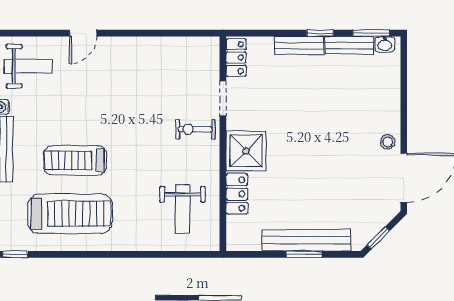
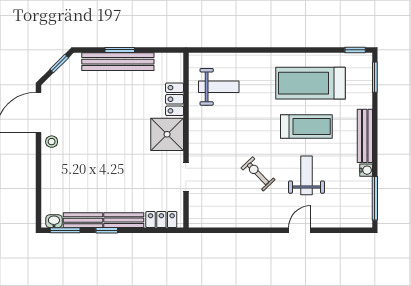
locker: (236, 58) -> (161, 220), moved, turned 90
weight bench: (28, 66) -> (306, 175), moved, turned 90
exercise bike: (195, 129) -> (258, 174), moved, turned -134
weight bench: (183, 209) -> (219, 87), turned 90

